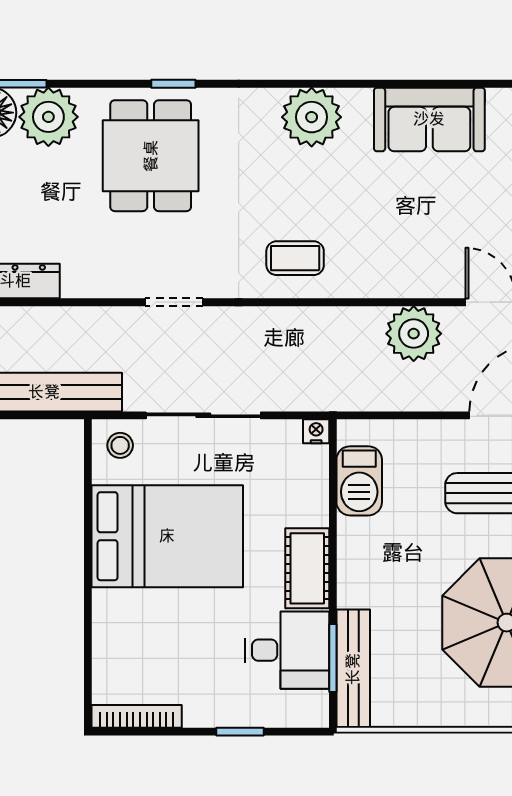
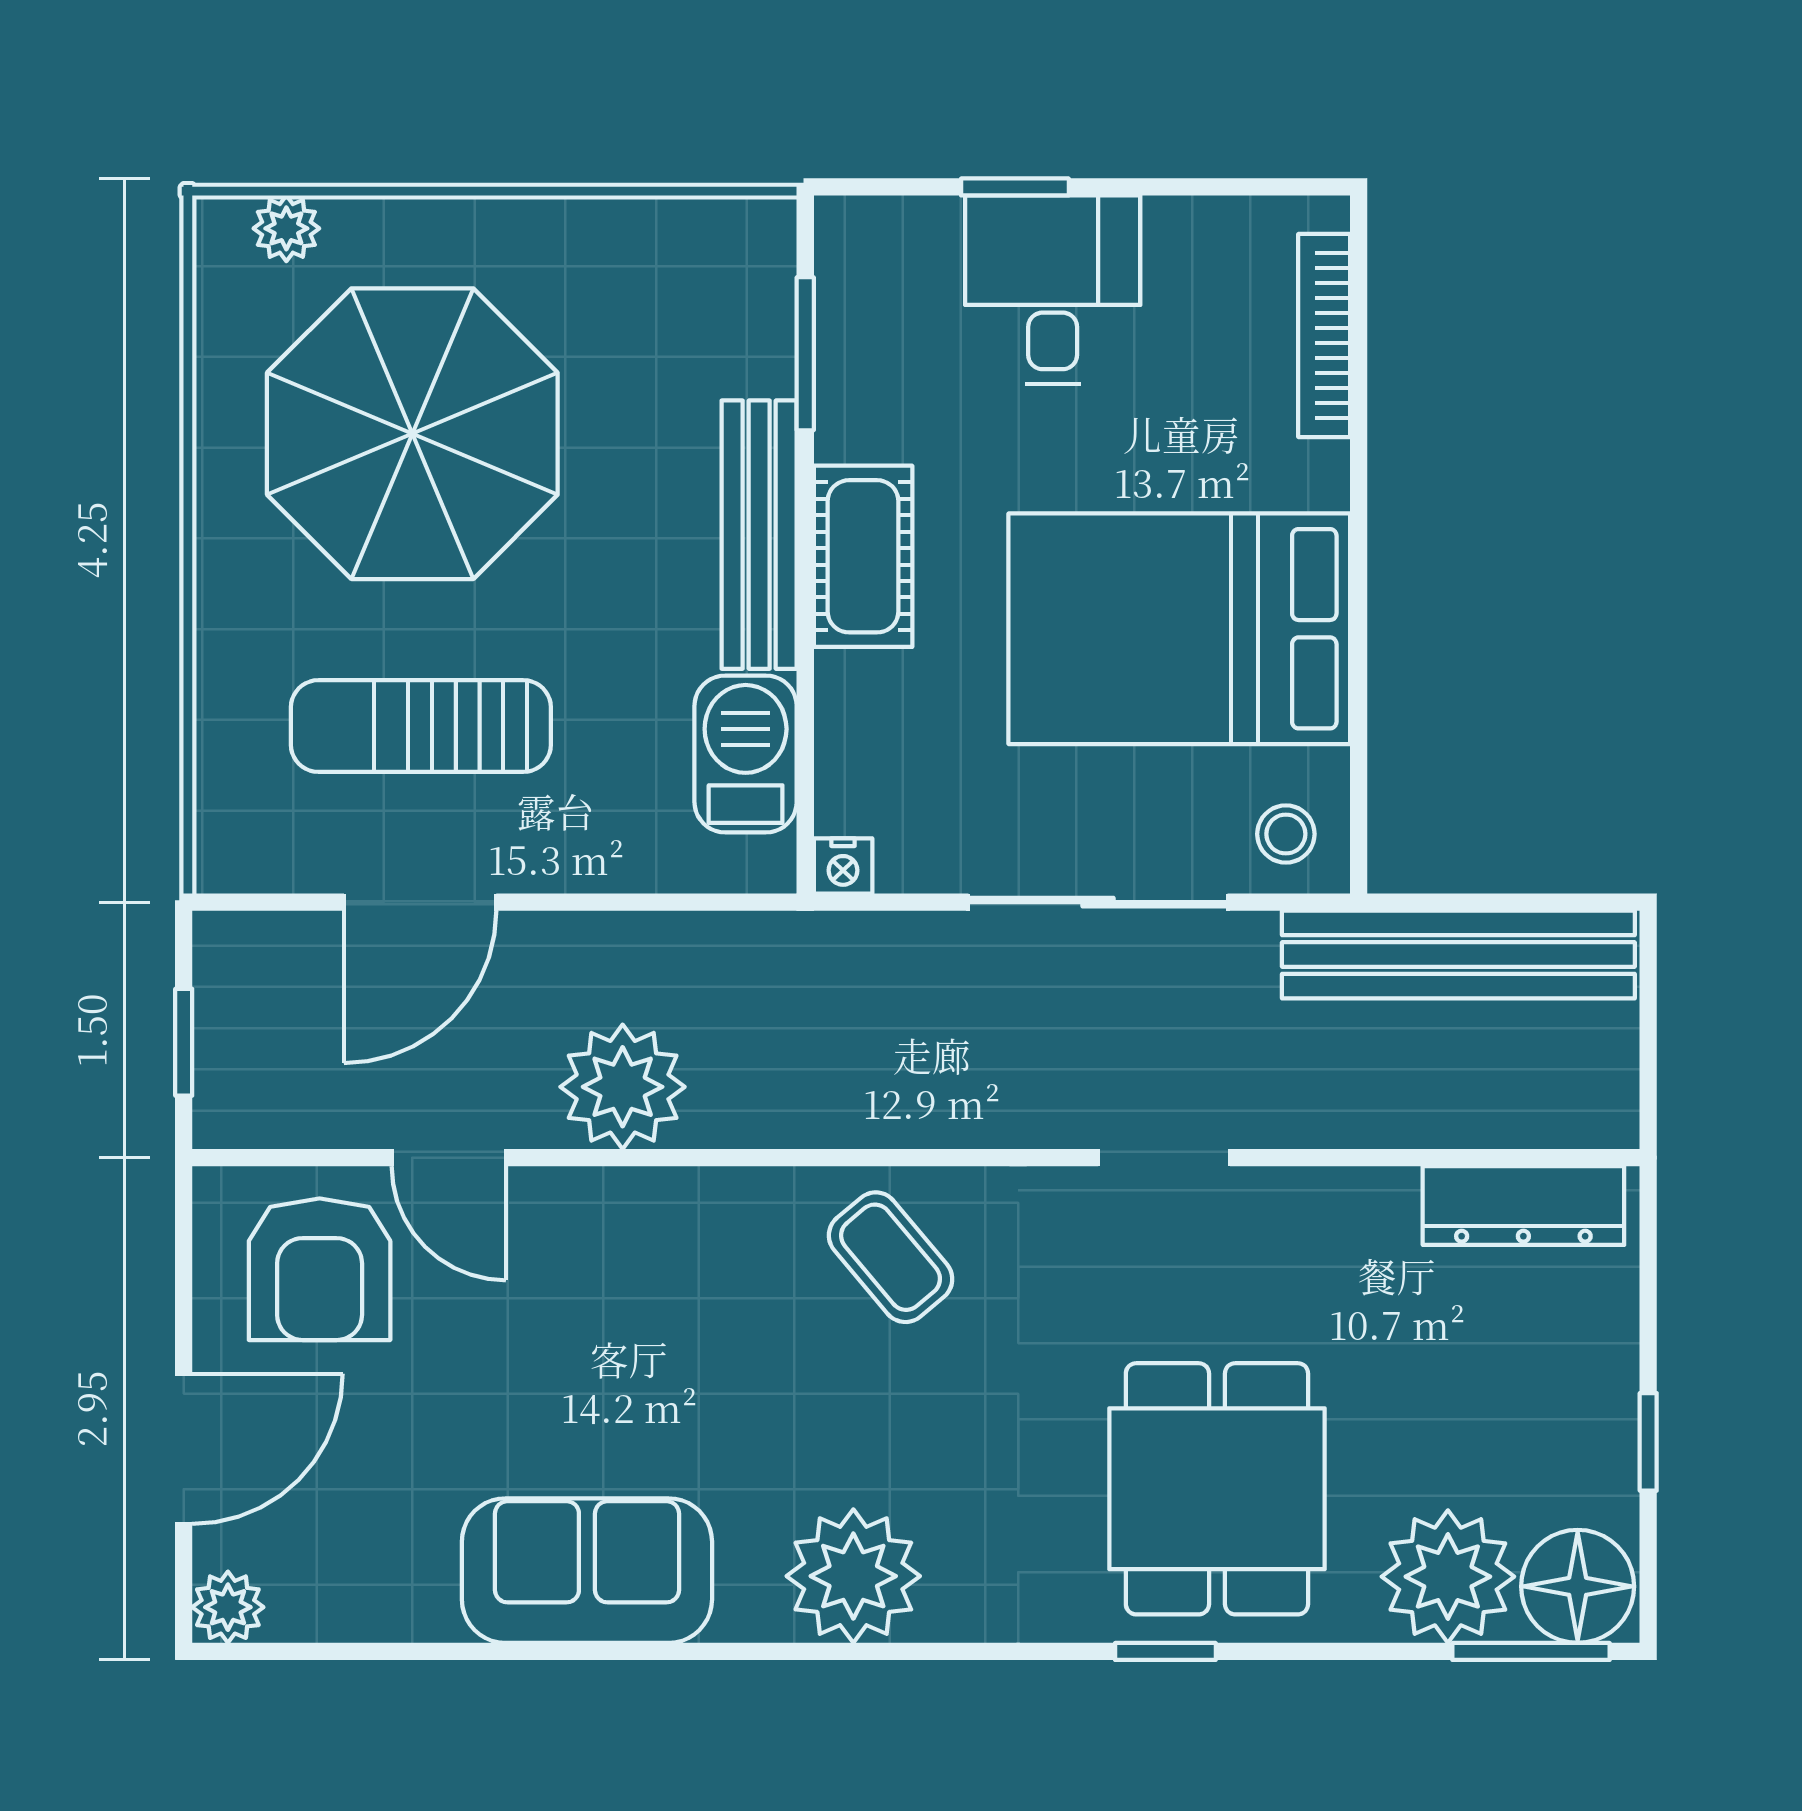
coffee table: (295, 258) -> (891, 1257), turned 50
desk: (287, 650) -> (1053, 290), moved, turned 90
bench: (353, 669) -> (759, 535), moved
bookcase: (137, 716) -> (1324, 335), moved, turned 90

